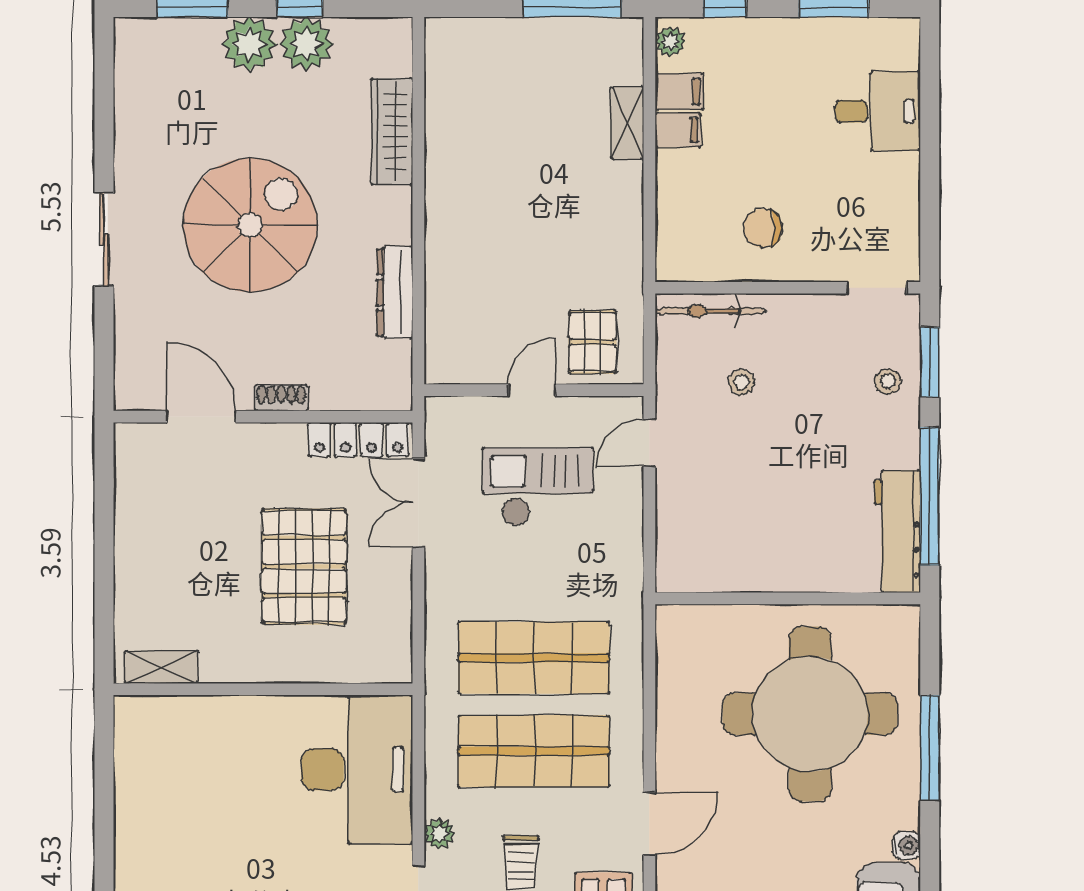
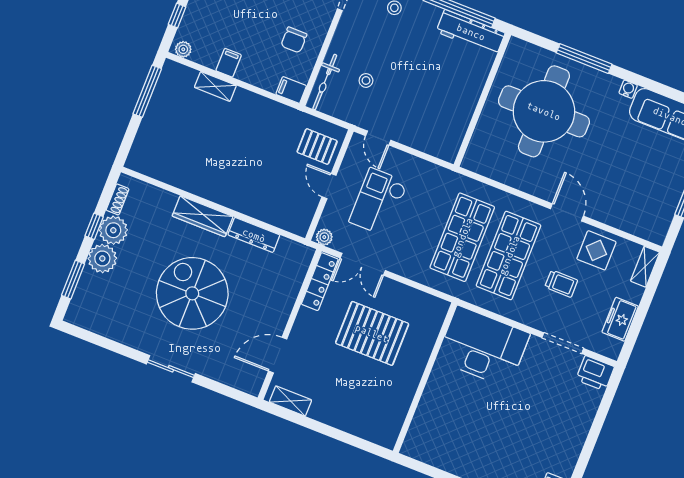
filing cabinet: (679, 92) -> (291, 90), moved, turned -90
wardrobe: (392, 132) -> (203, 216), moved
shoe rack: (281, 398) -> (118, 199), moved, turned 180
shelving: (161, 667) -> (291, 401), moved, turned 90
plant: (439, 834) -> (324, 237), moved

